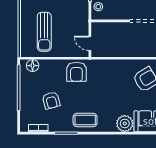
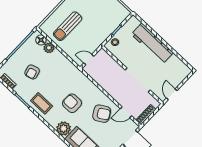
door: (90, 43) -> (89, 60), hinge flipped
plant: (46, 66) -> (49, 48), added
armchair: (76, 72) -> (72, 103), moved, turned 90

